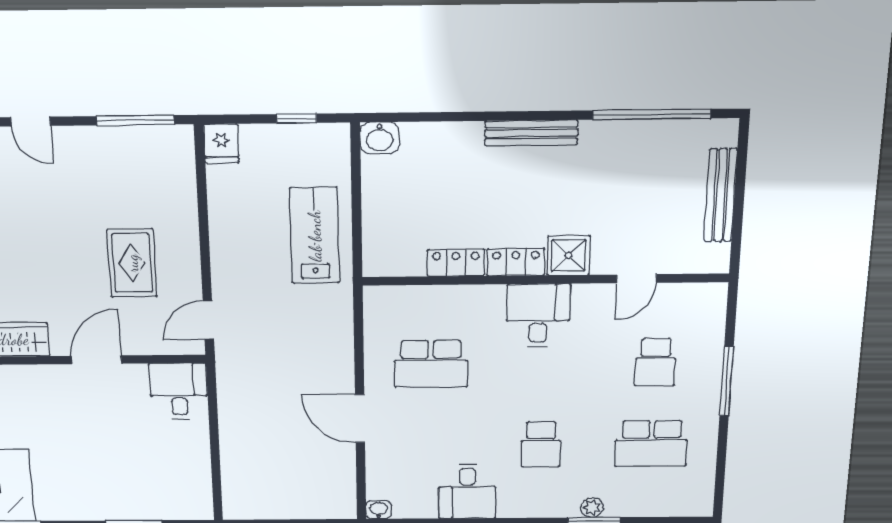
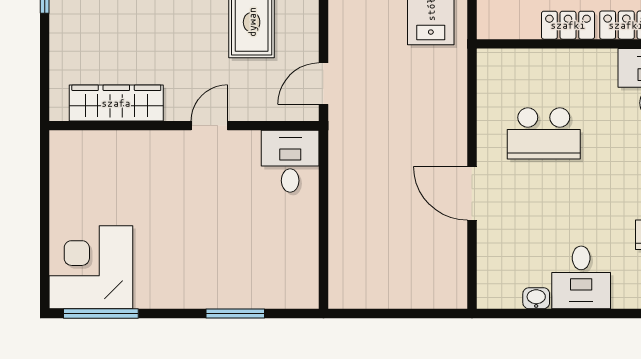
door: (96, 360) -> (209, 126), width x0.73
washbasin: (379, 510) -> (536, 298), moved

